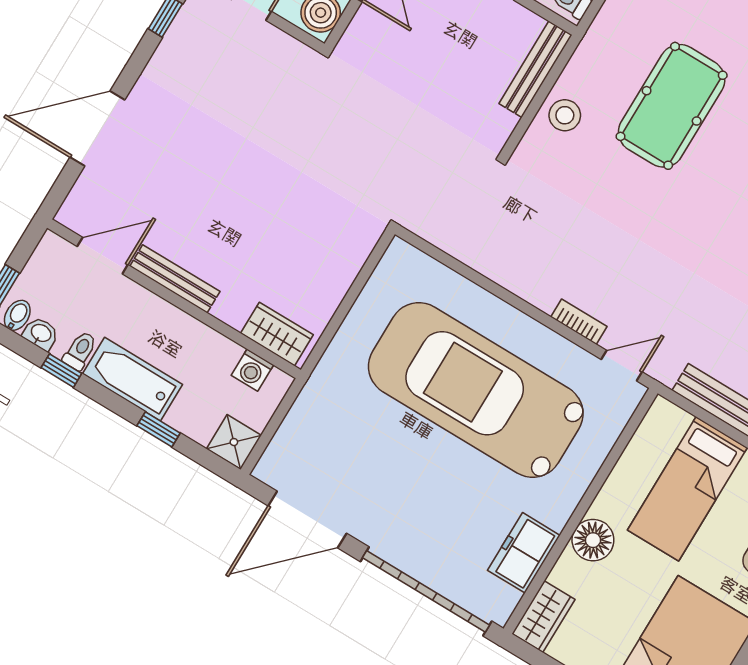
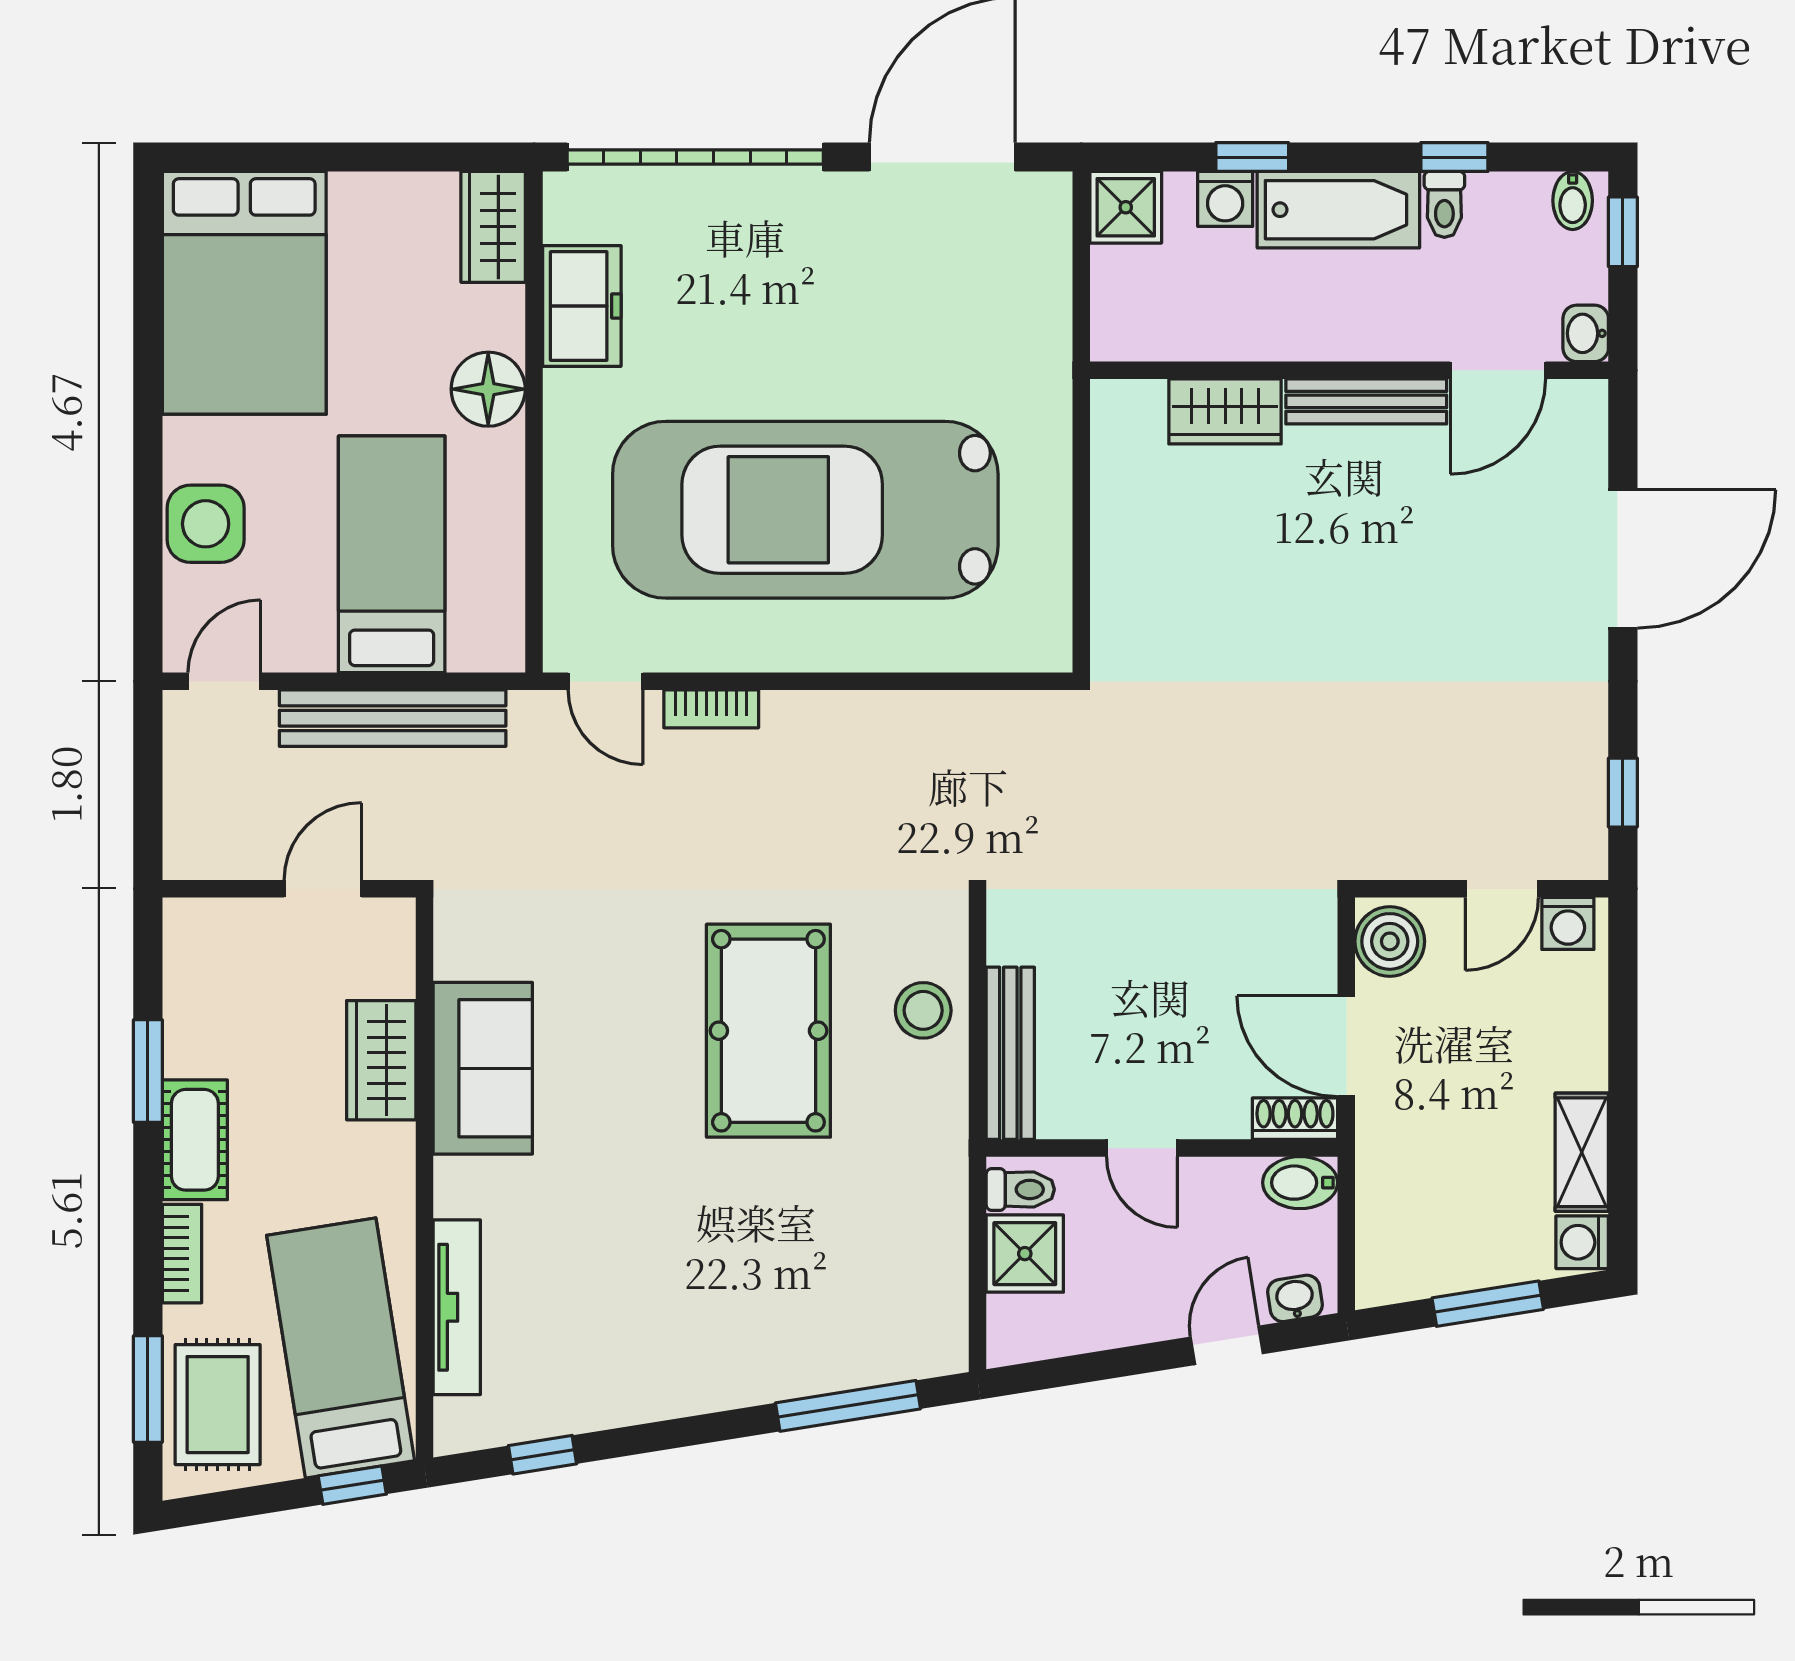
pool table: (672, 106) -> (768, 1031), moved
washbasin: (41, 334) -> (1586, 333), moved, turned 90
wardrobe: (277, 334) -> (1225, 411), moved
door: (622, 366) -> (605, 681), hinge flipped
washing machine: (252, 370) -> (1225, 199), moved, turned 180
car: (476, 390) -> (805, 510), turned 180

